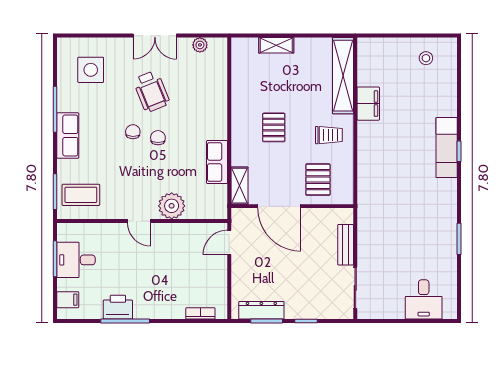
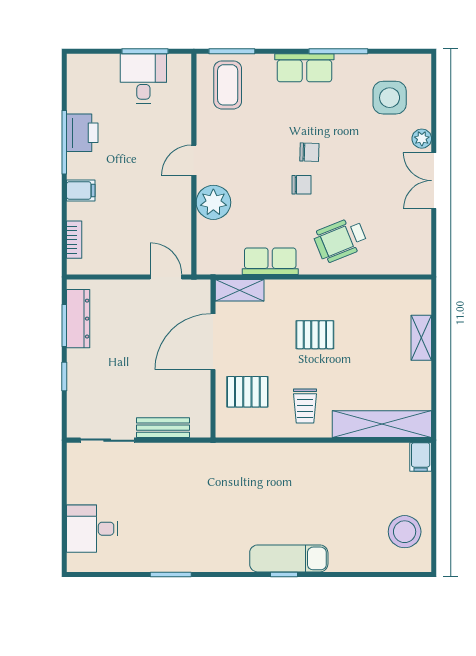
plant: (200, 45) -> (422, 139), moved
stool: (426, 58) -> (405, 532), width x1.89, depth x1.89
wheelchair: (151, 91) -> (340, 240), moved
filing cabinet: (368, 104) -> (421, 457), moved, width x0.50
filing cabinet: (68, 300) -> (81, 190), moved, turned -90

